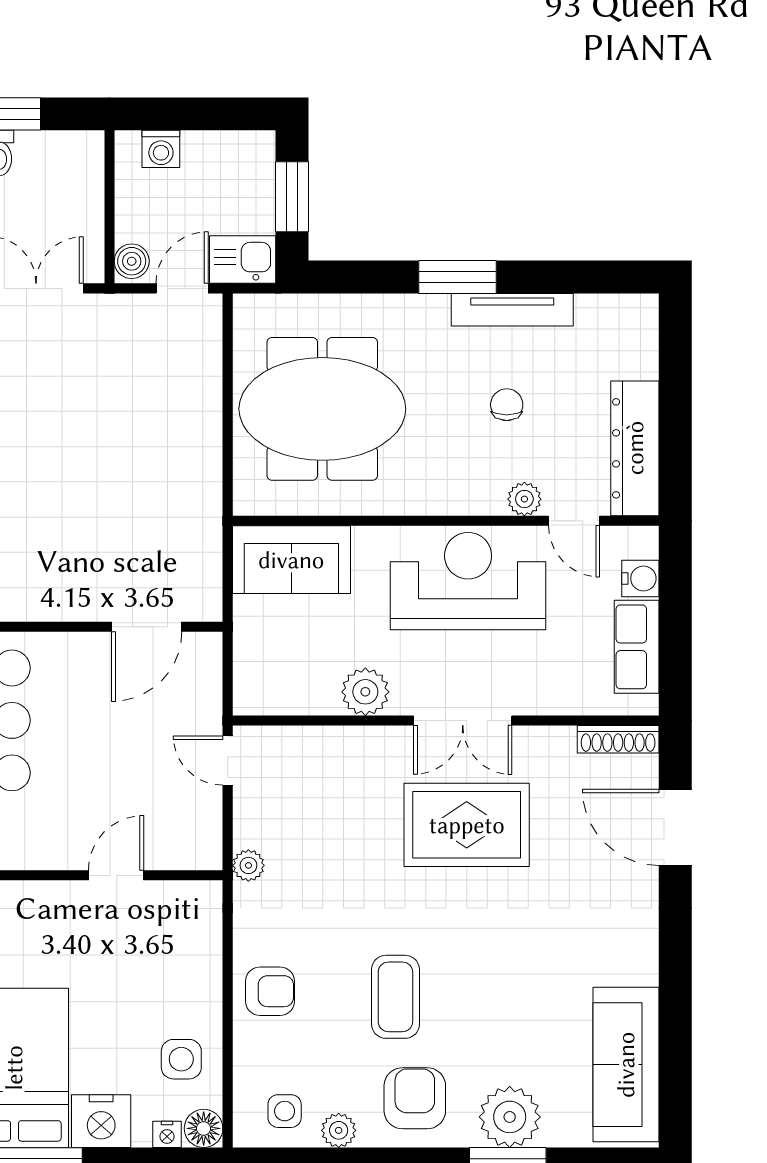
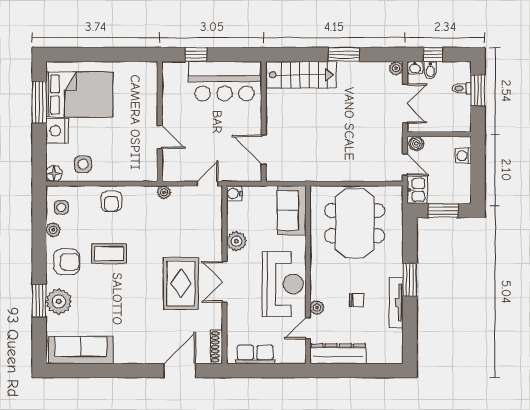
water cooler: (640, 578) -> (234, 193), moved, turned 90
nightstand: (167, 1134) -> (52, 158), removed

